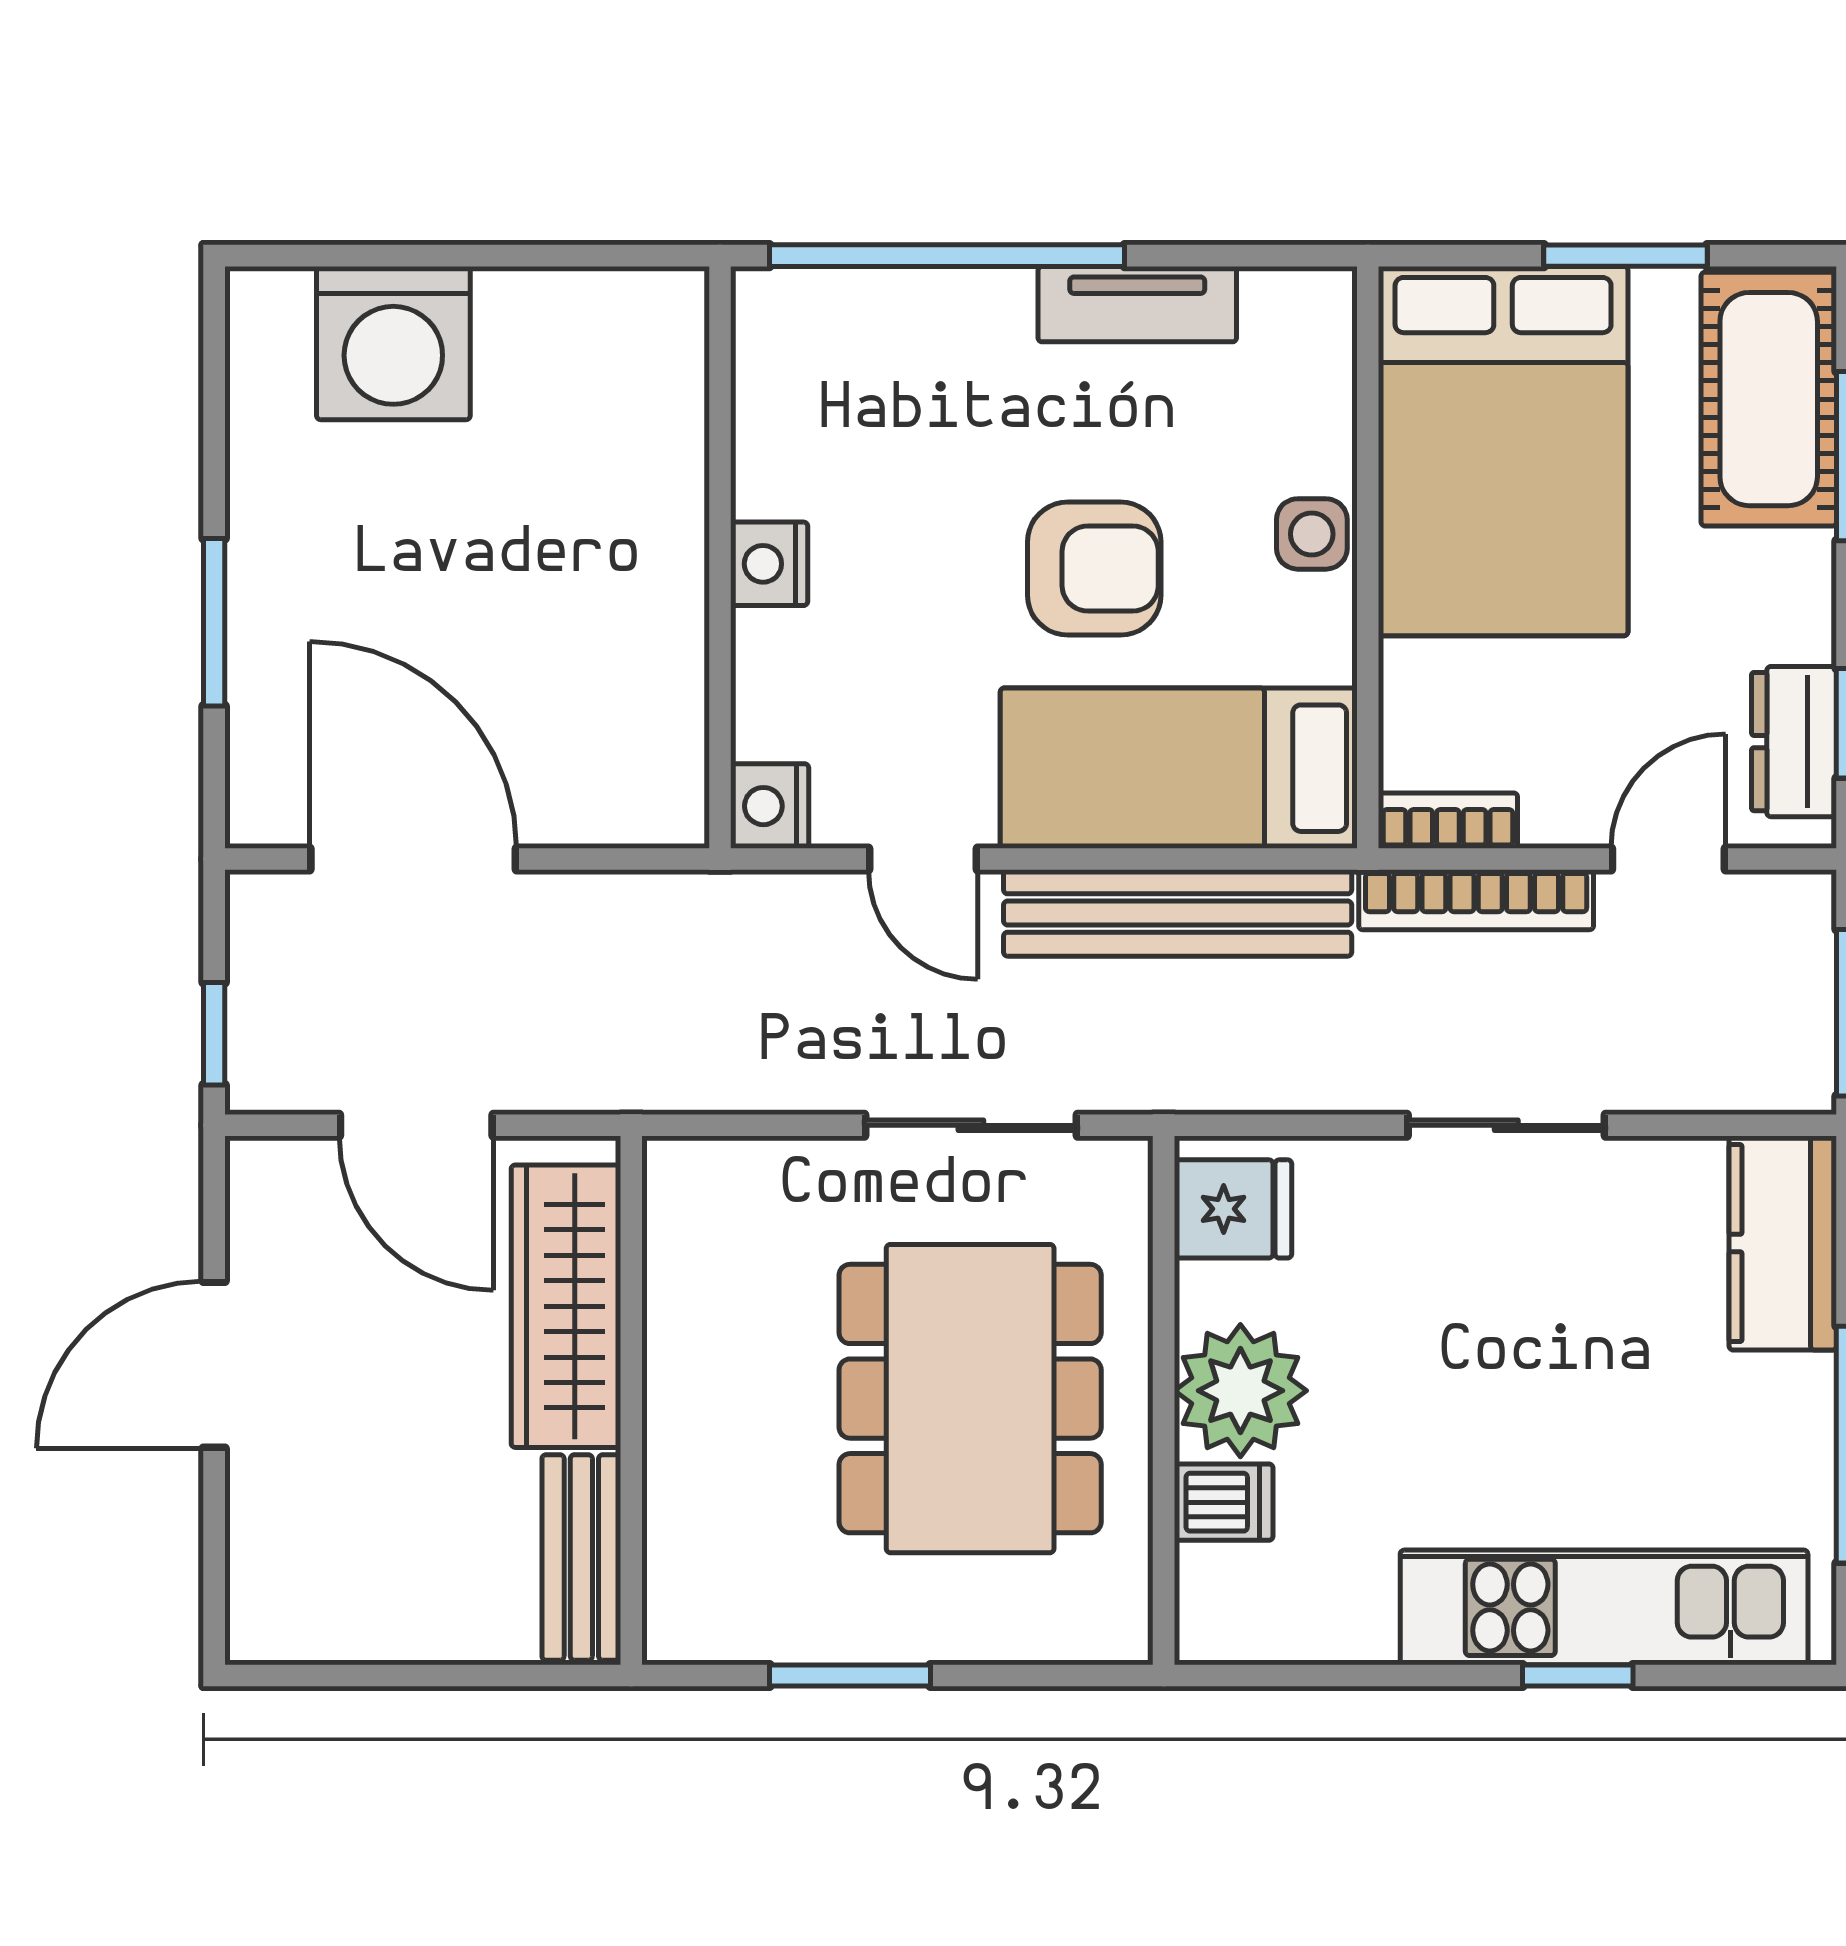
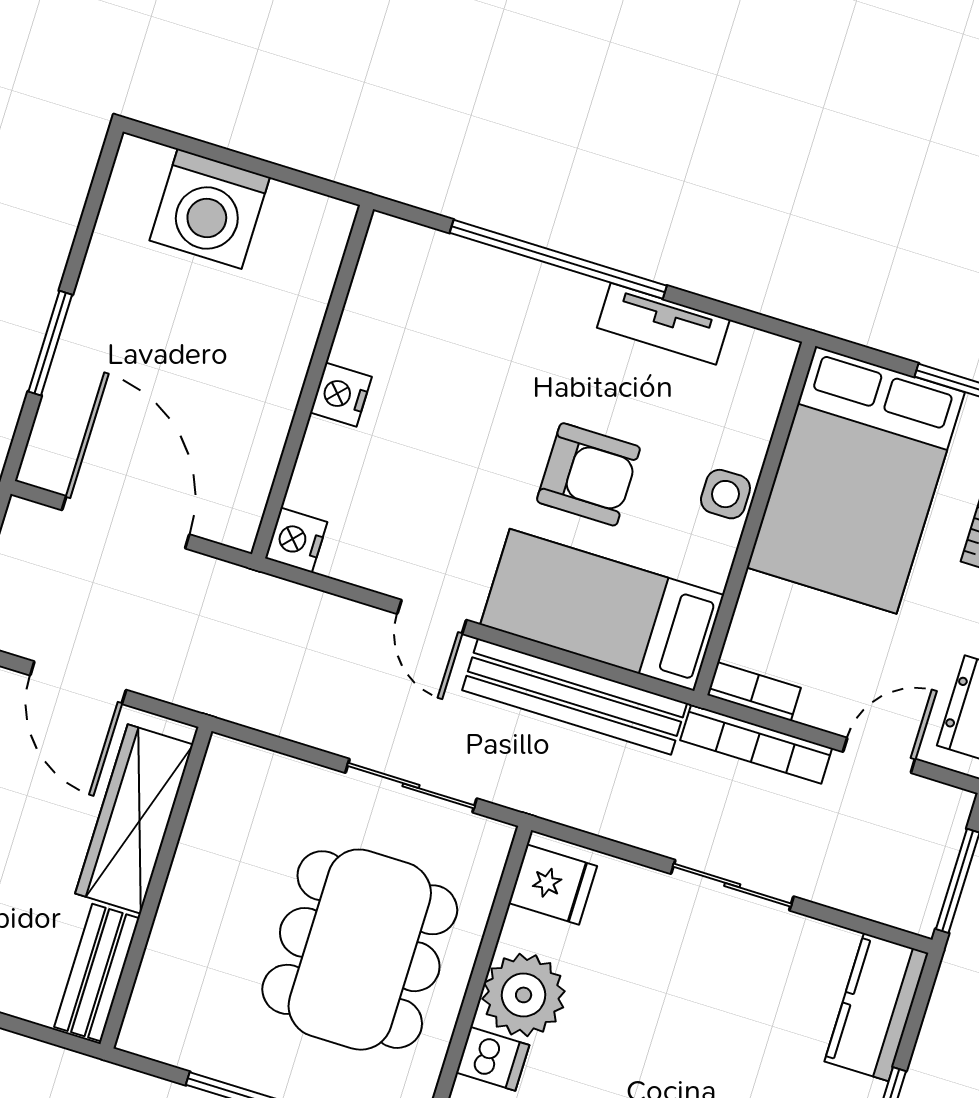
wall: (720, 557) -> (313, 382), moved
nightstand: (769, 564) -> (341, 395), moved
nightstand: (770, 806) -> (296, 540), moved

